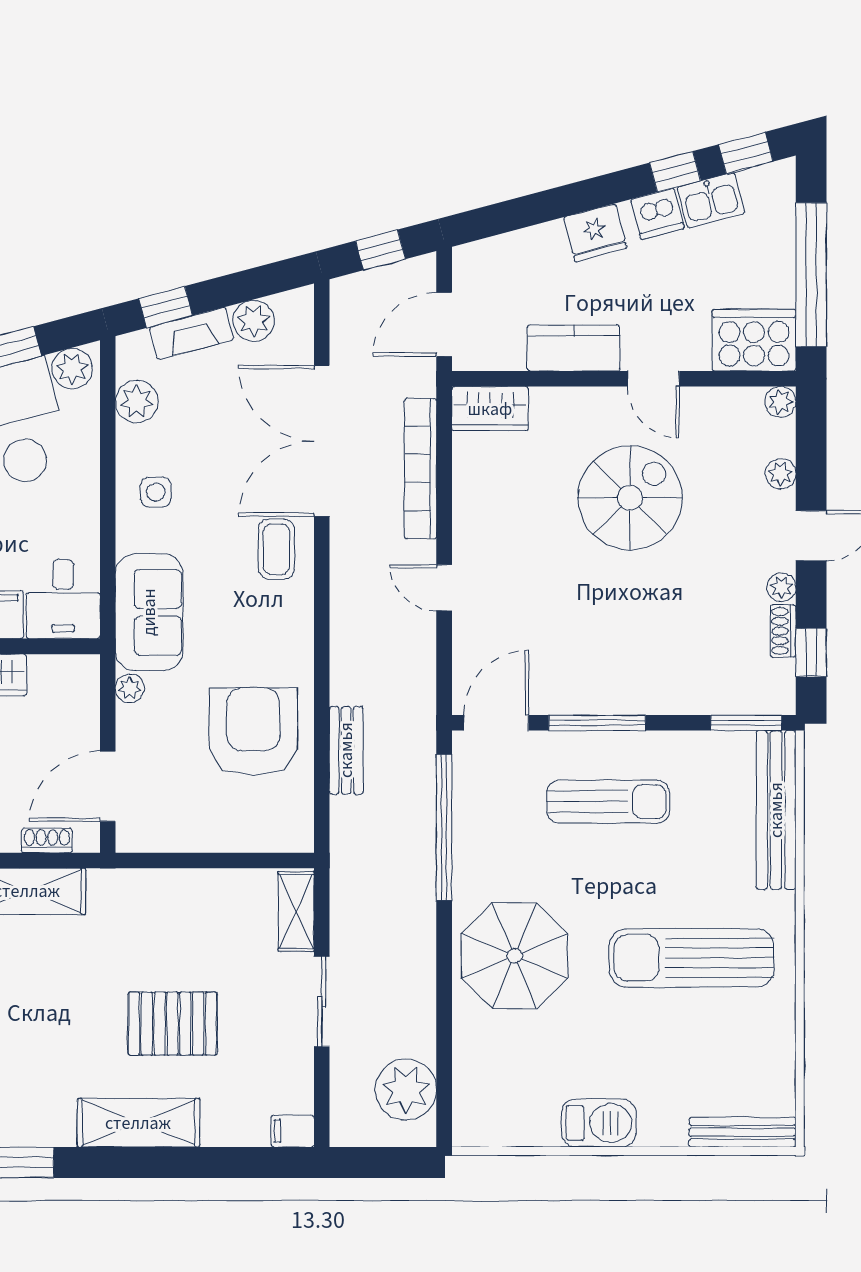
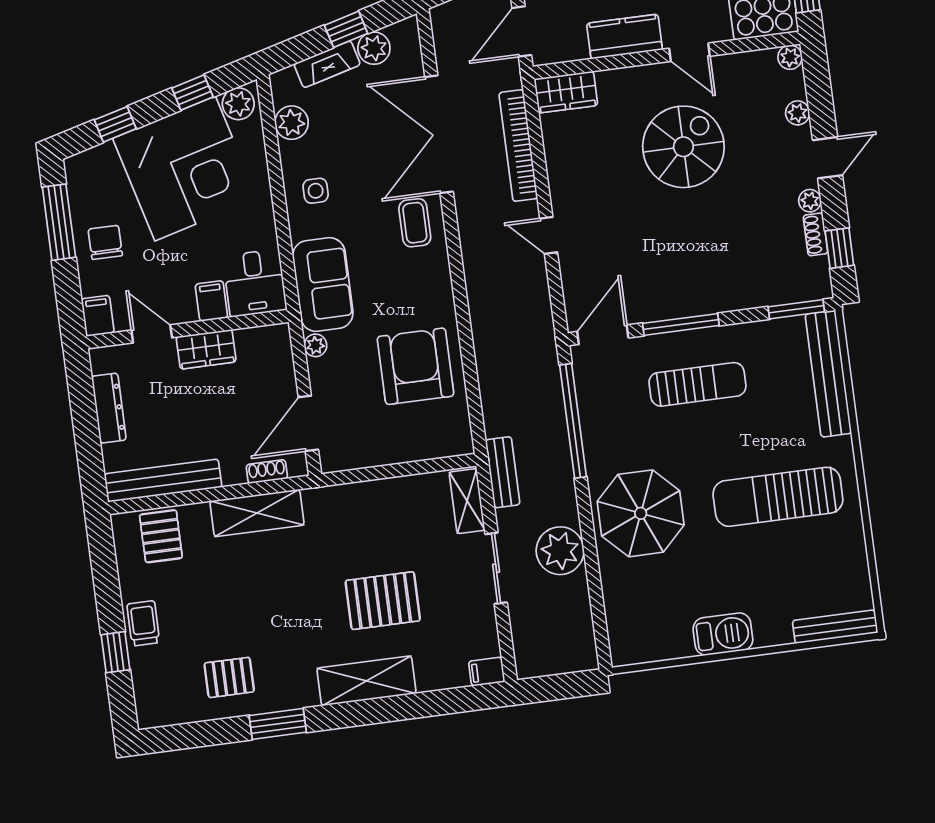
window: (166, 307) -> (346, 29), moved
bench: (346, 750) -> (503, 472), moved
plant: (406, 1090) -> (560, 551), moved

